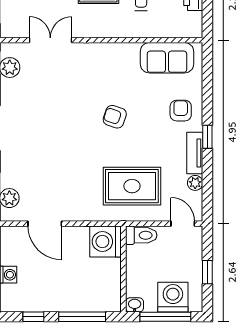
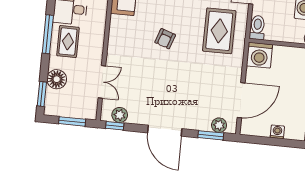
double door: (50, 40) -> (102, 82), swing flipped
door: (45, 224) -> (241, 100), width x1.36

